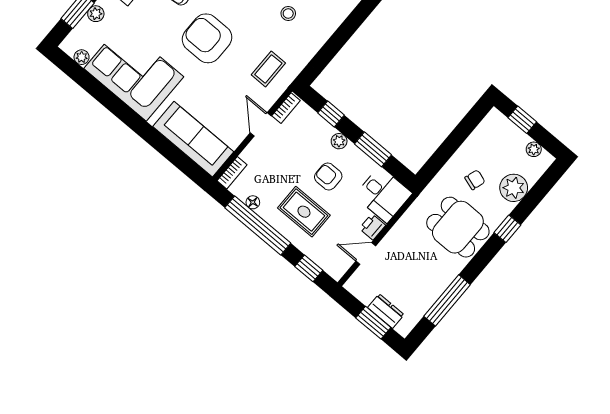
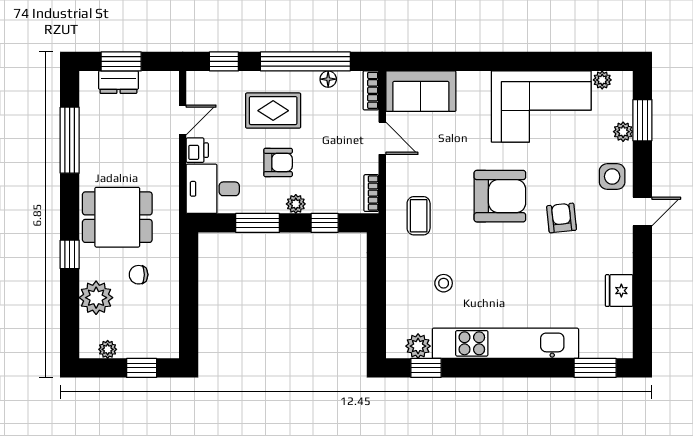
door: (261, 124) -> (382, 138), moved
sofa: (193, 139) -> (421, 91), width x0.73
chair: (475, 180) -> (139, 275), turned 72

